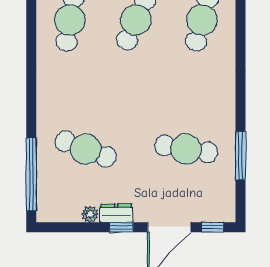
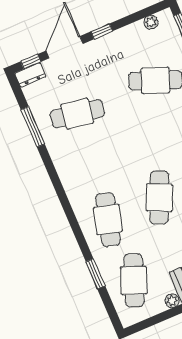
dresser: (116, 213) -> (30, 75), moved
plant: (90, 214) -> (151, 22), moved

